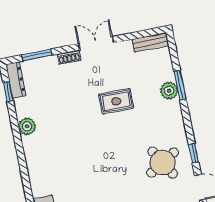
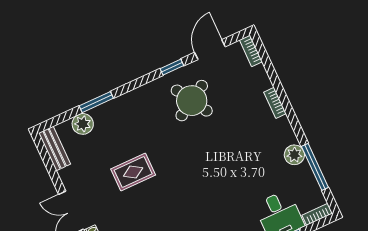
plant: (169, 91) -> (83, 124), moved
rug: (116, 101) -> (133, 172), turned 90

